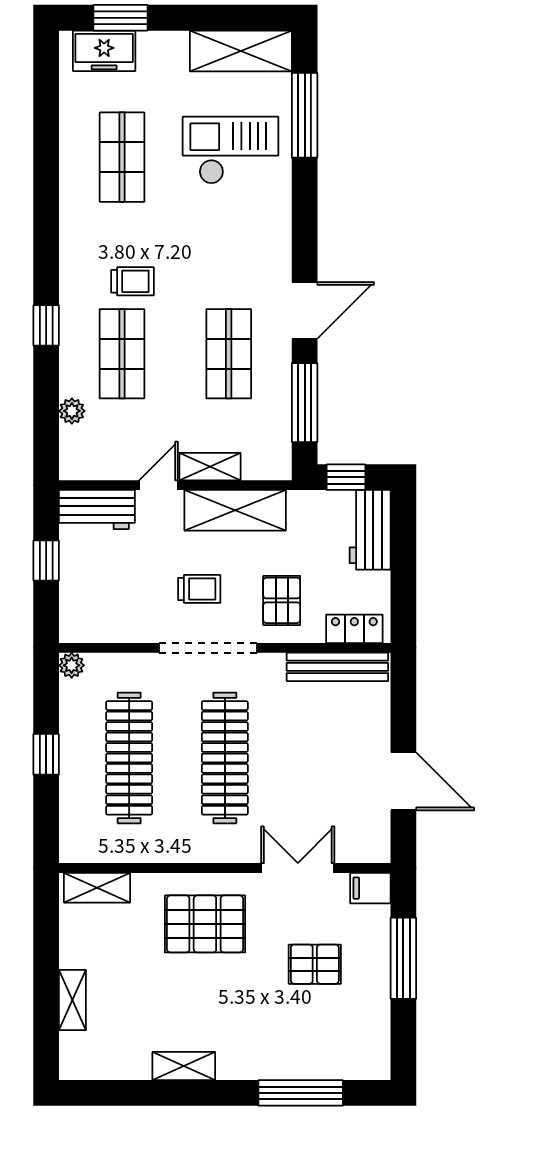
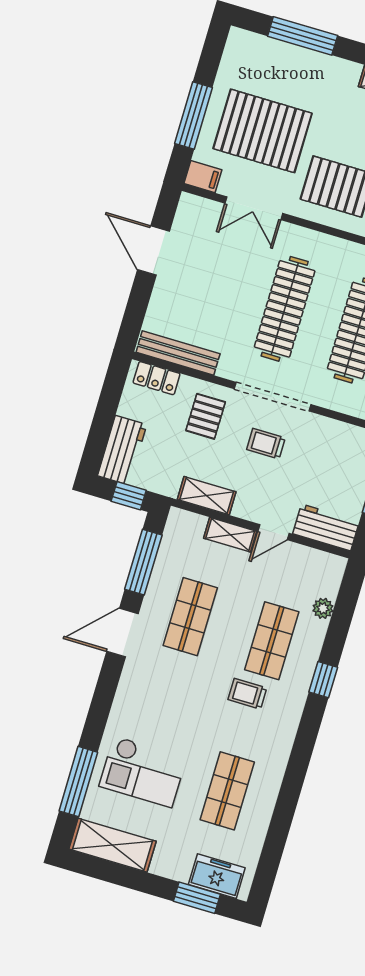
shelving: (235, 510) -> (207, 496), width x0.67, depth x0.75
pallet: (315, 964) -> (263, 131), width x2.05, depth x2.00

